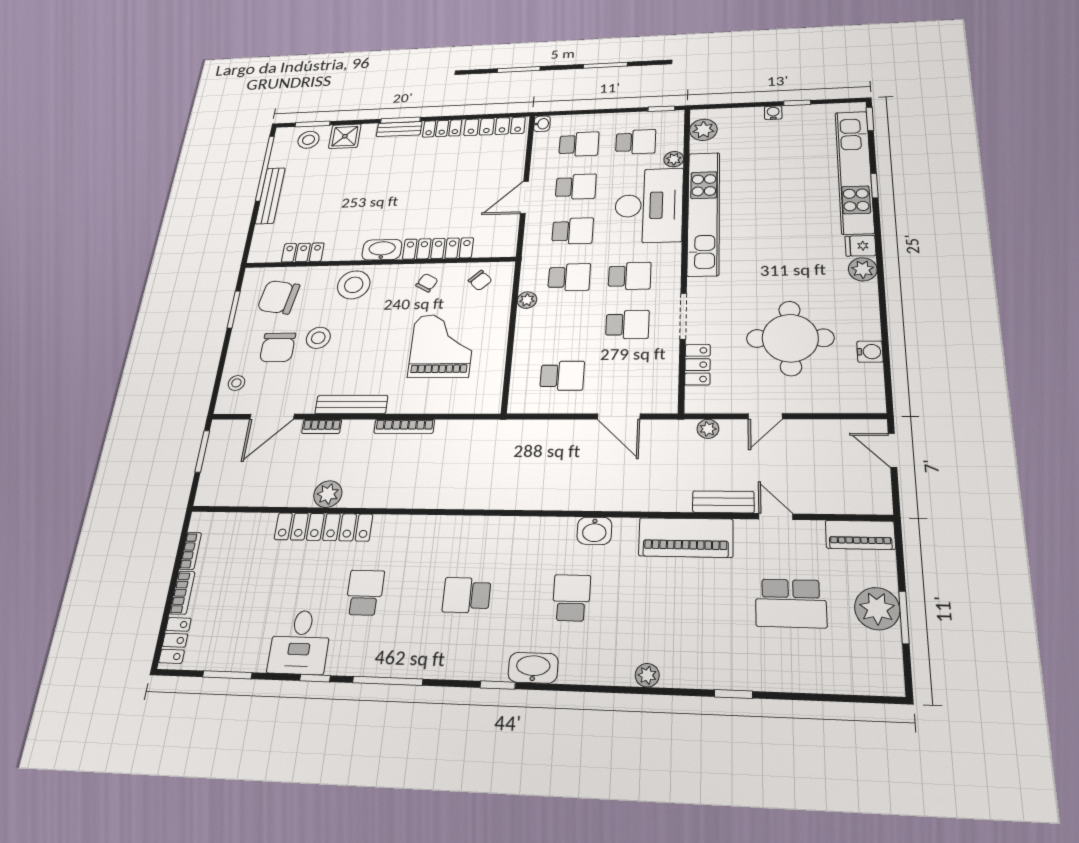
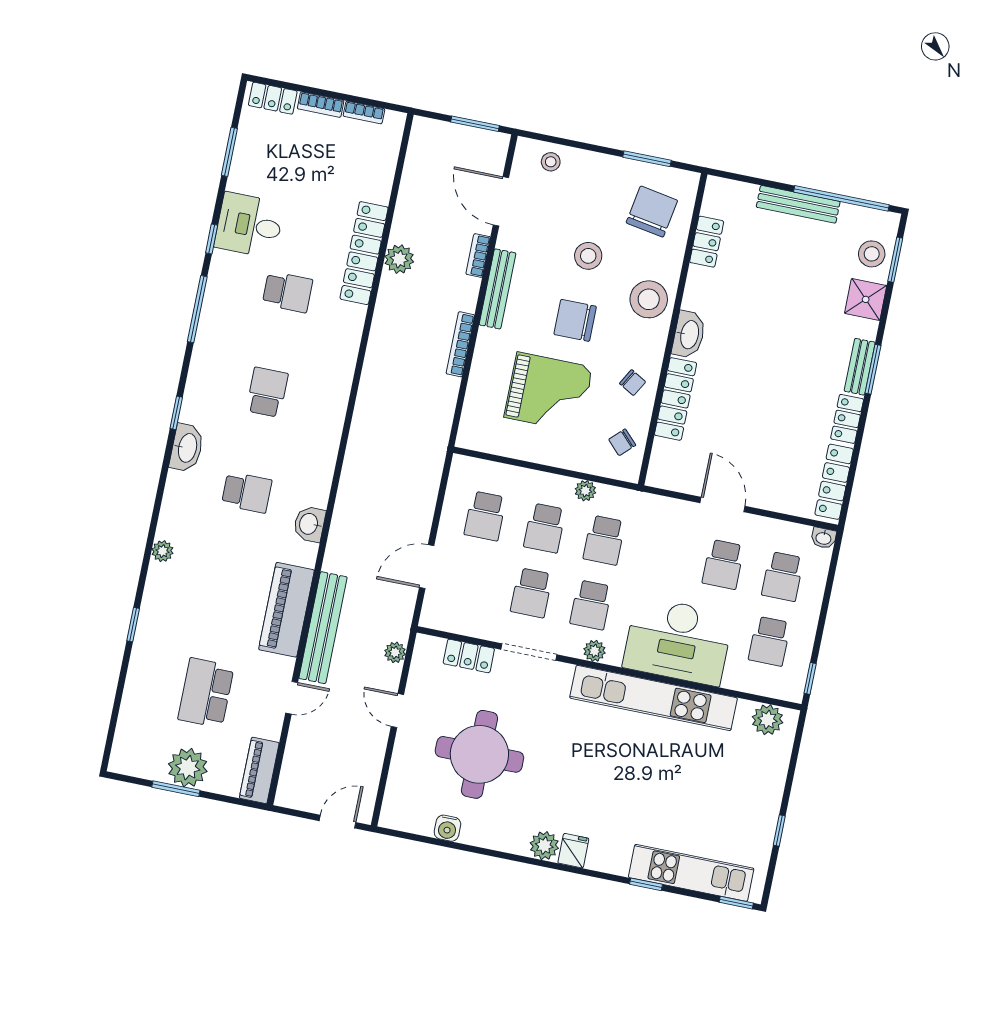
water cooler: (773, 113) -> (772, 801), removed
plant: (674, 159) -> (595, 651), moved
kitchen unit: (854, 171) -> (691, 873), width x0.73
school desk: (573, 231) -> (545, 528), moved
chair: (278, 347) -> (575, 320), moved
bench: (723, 502) -> (323, 628), width x1.86, depth x1.21

